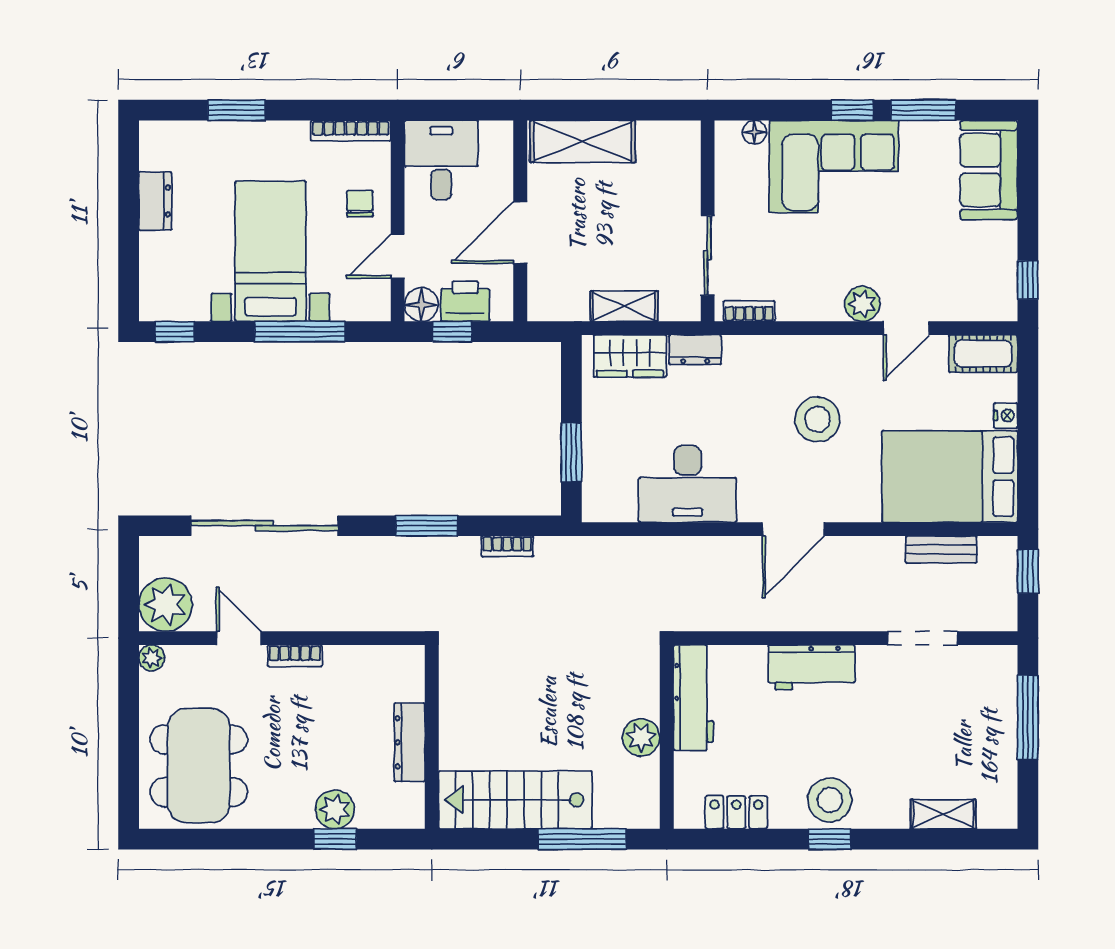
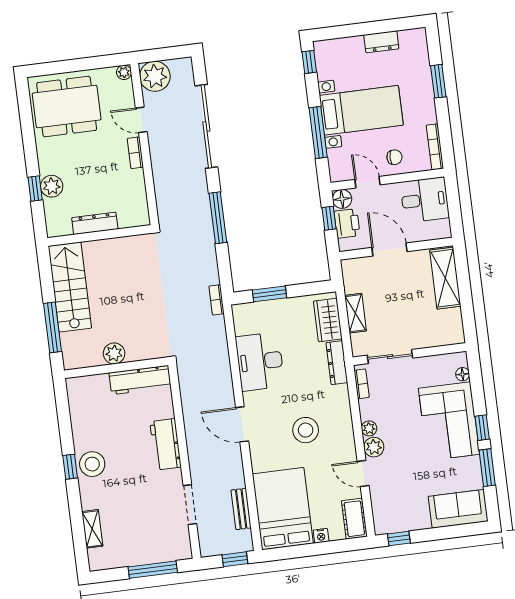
plant: (829, 308) -> (369, 428), added
dresser: (695, 350) -> (337, 363), width x1.44
window: (427, 526) -> (218, 218), width x1.44
bookcase: (507, 546) -> (217, 300), moved
door: (239, 638) -> (141, 120), swing flipped
locker: (736, 812) -> (79, 412), removed

